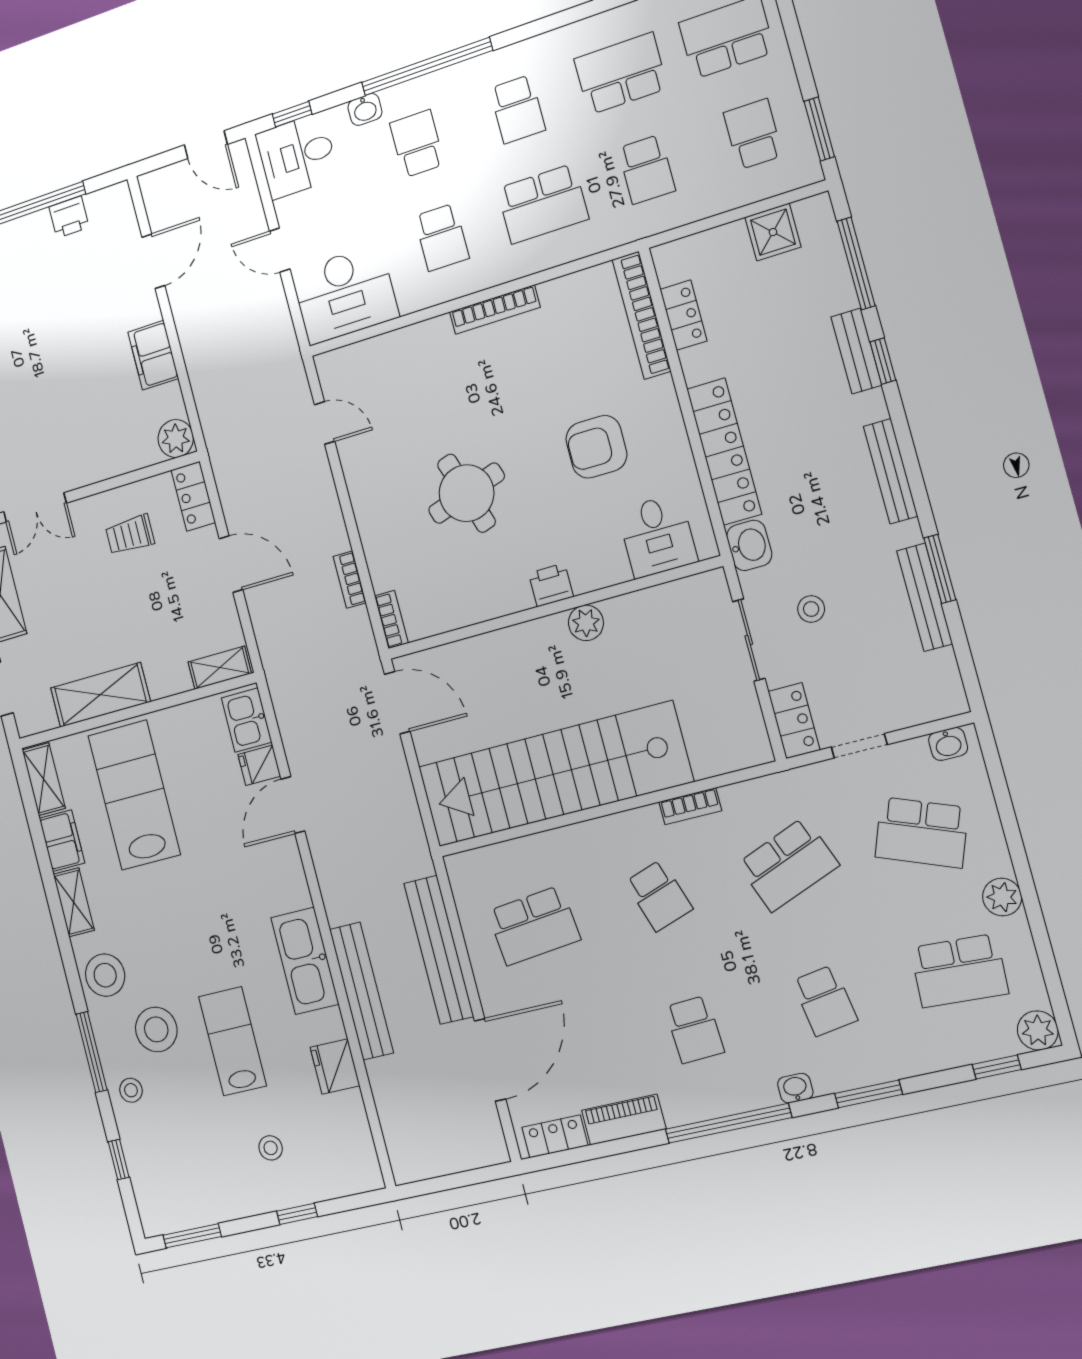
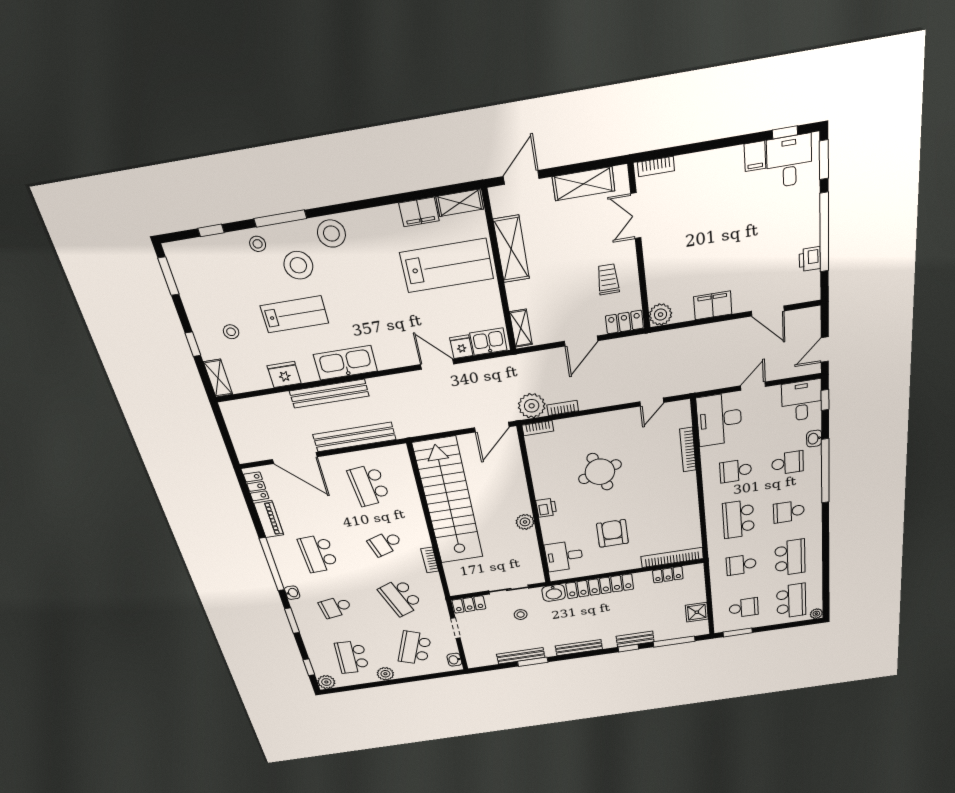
bookcase: (495, 310) -> (688, 450), moved
plant: (351, 635) -> (532, 406), added
shelving: (74, 902) -> (218, 378), moved, turned 90
school desk: (694, 1030) -> (318, 554), width x1.85

